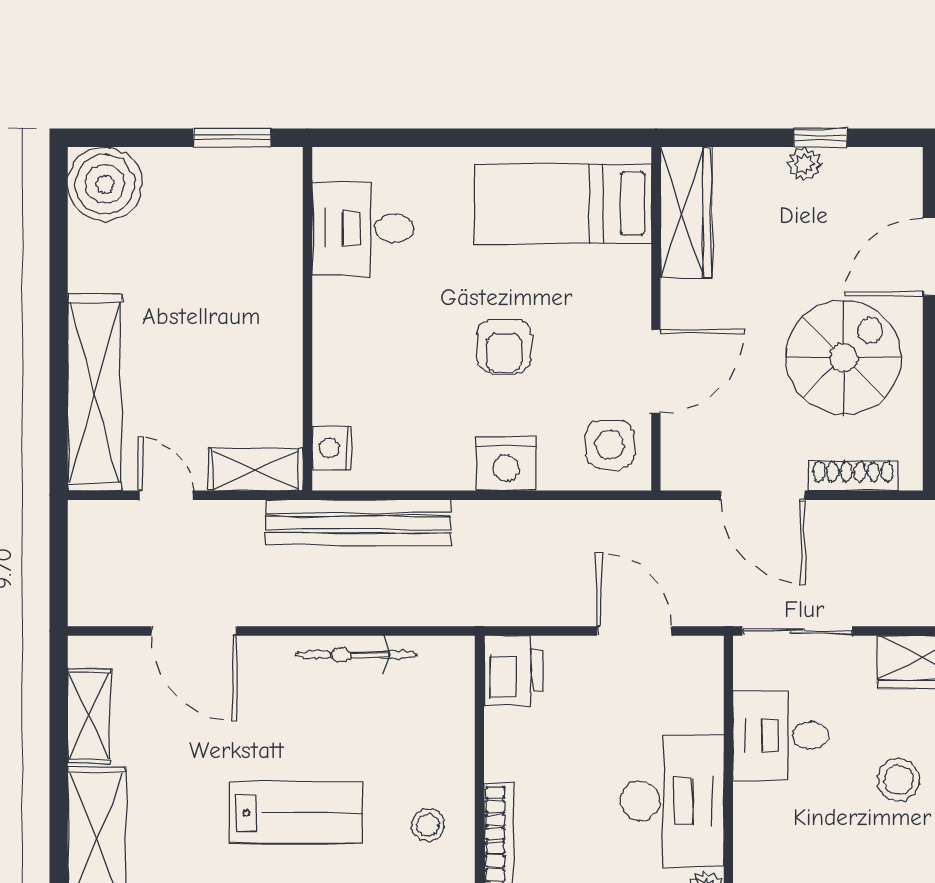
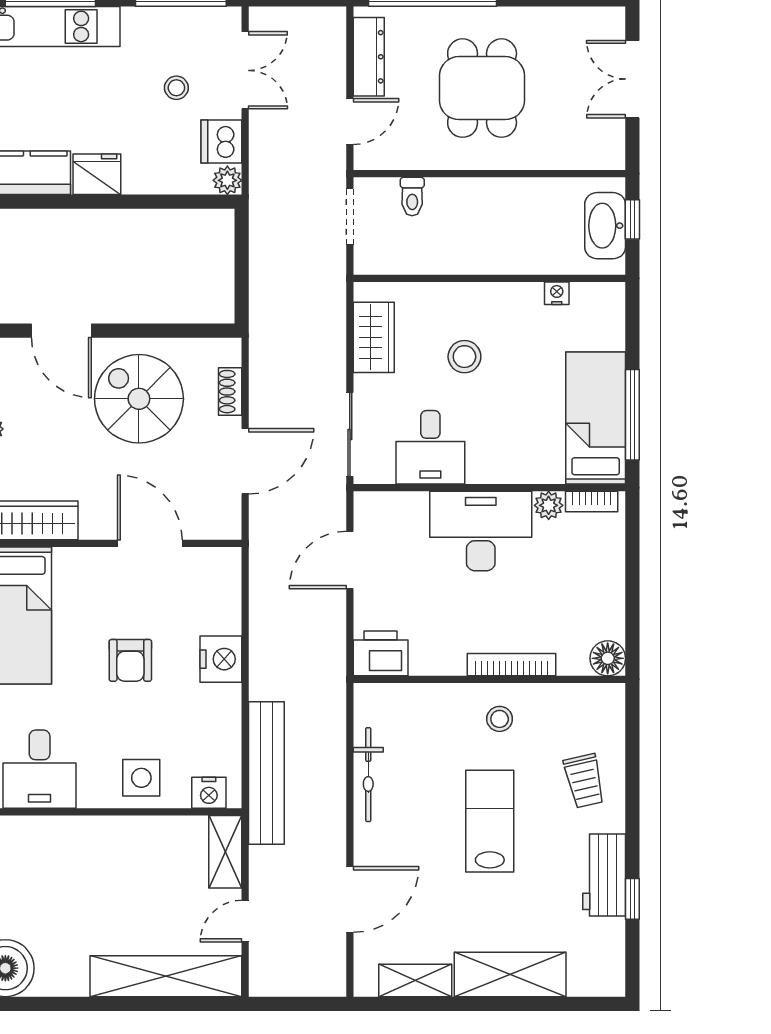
armchair: (504, 346) -> (130, 660), turned 90
side table: (610, 445) -> (141, 778), moved
shoe rack: (853, 476) -> (230, 392), width x0.70

